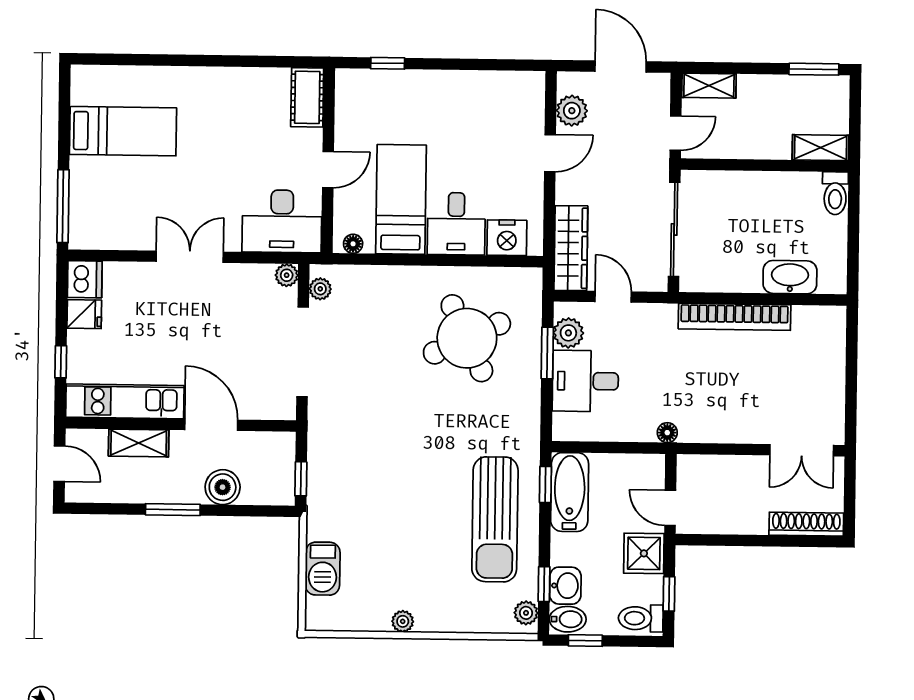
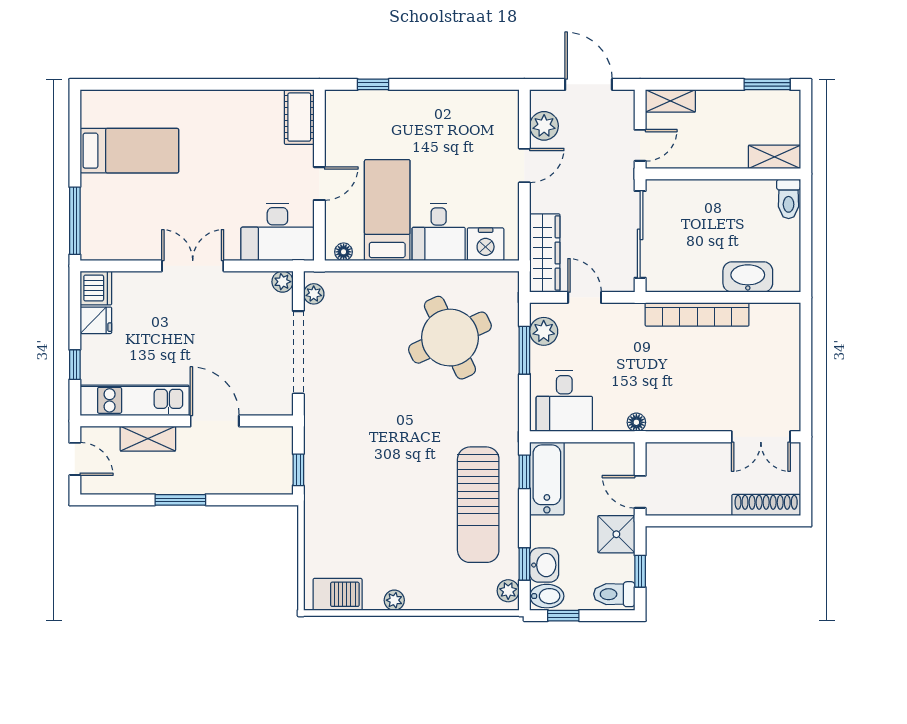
desk: (585, 381) -> (564, 401), moved, turned -90
boiler: (223, 487) -> (226, 478), removed
barbecue: (323, 569) -> (338, 594), moved, turned -90

